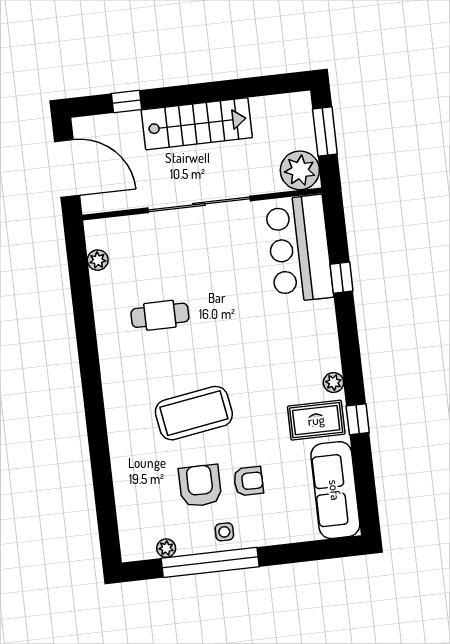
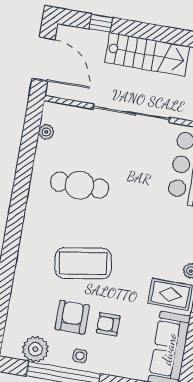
cafe table: (160, 315) -> (79, 185), width x1.37, depth x1.35
armchair: (248, 481) -> (108, 324), turned 180
plant: (166, 548) -> (35, 349), width x1.88, depth x1.88

